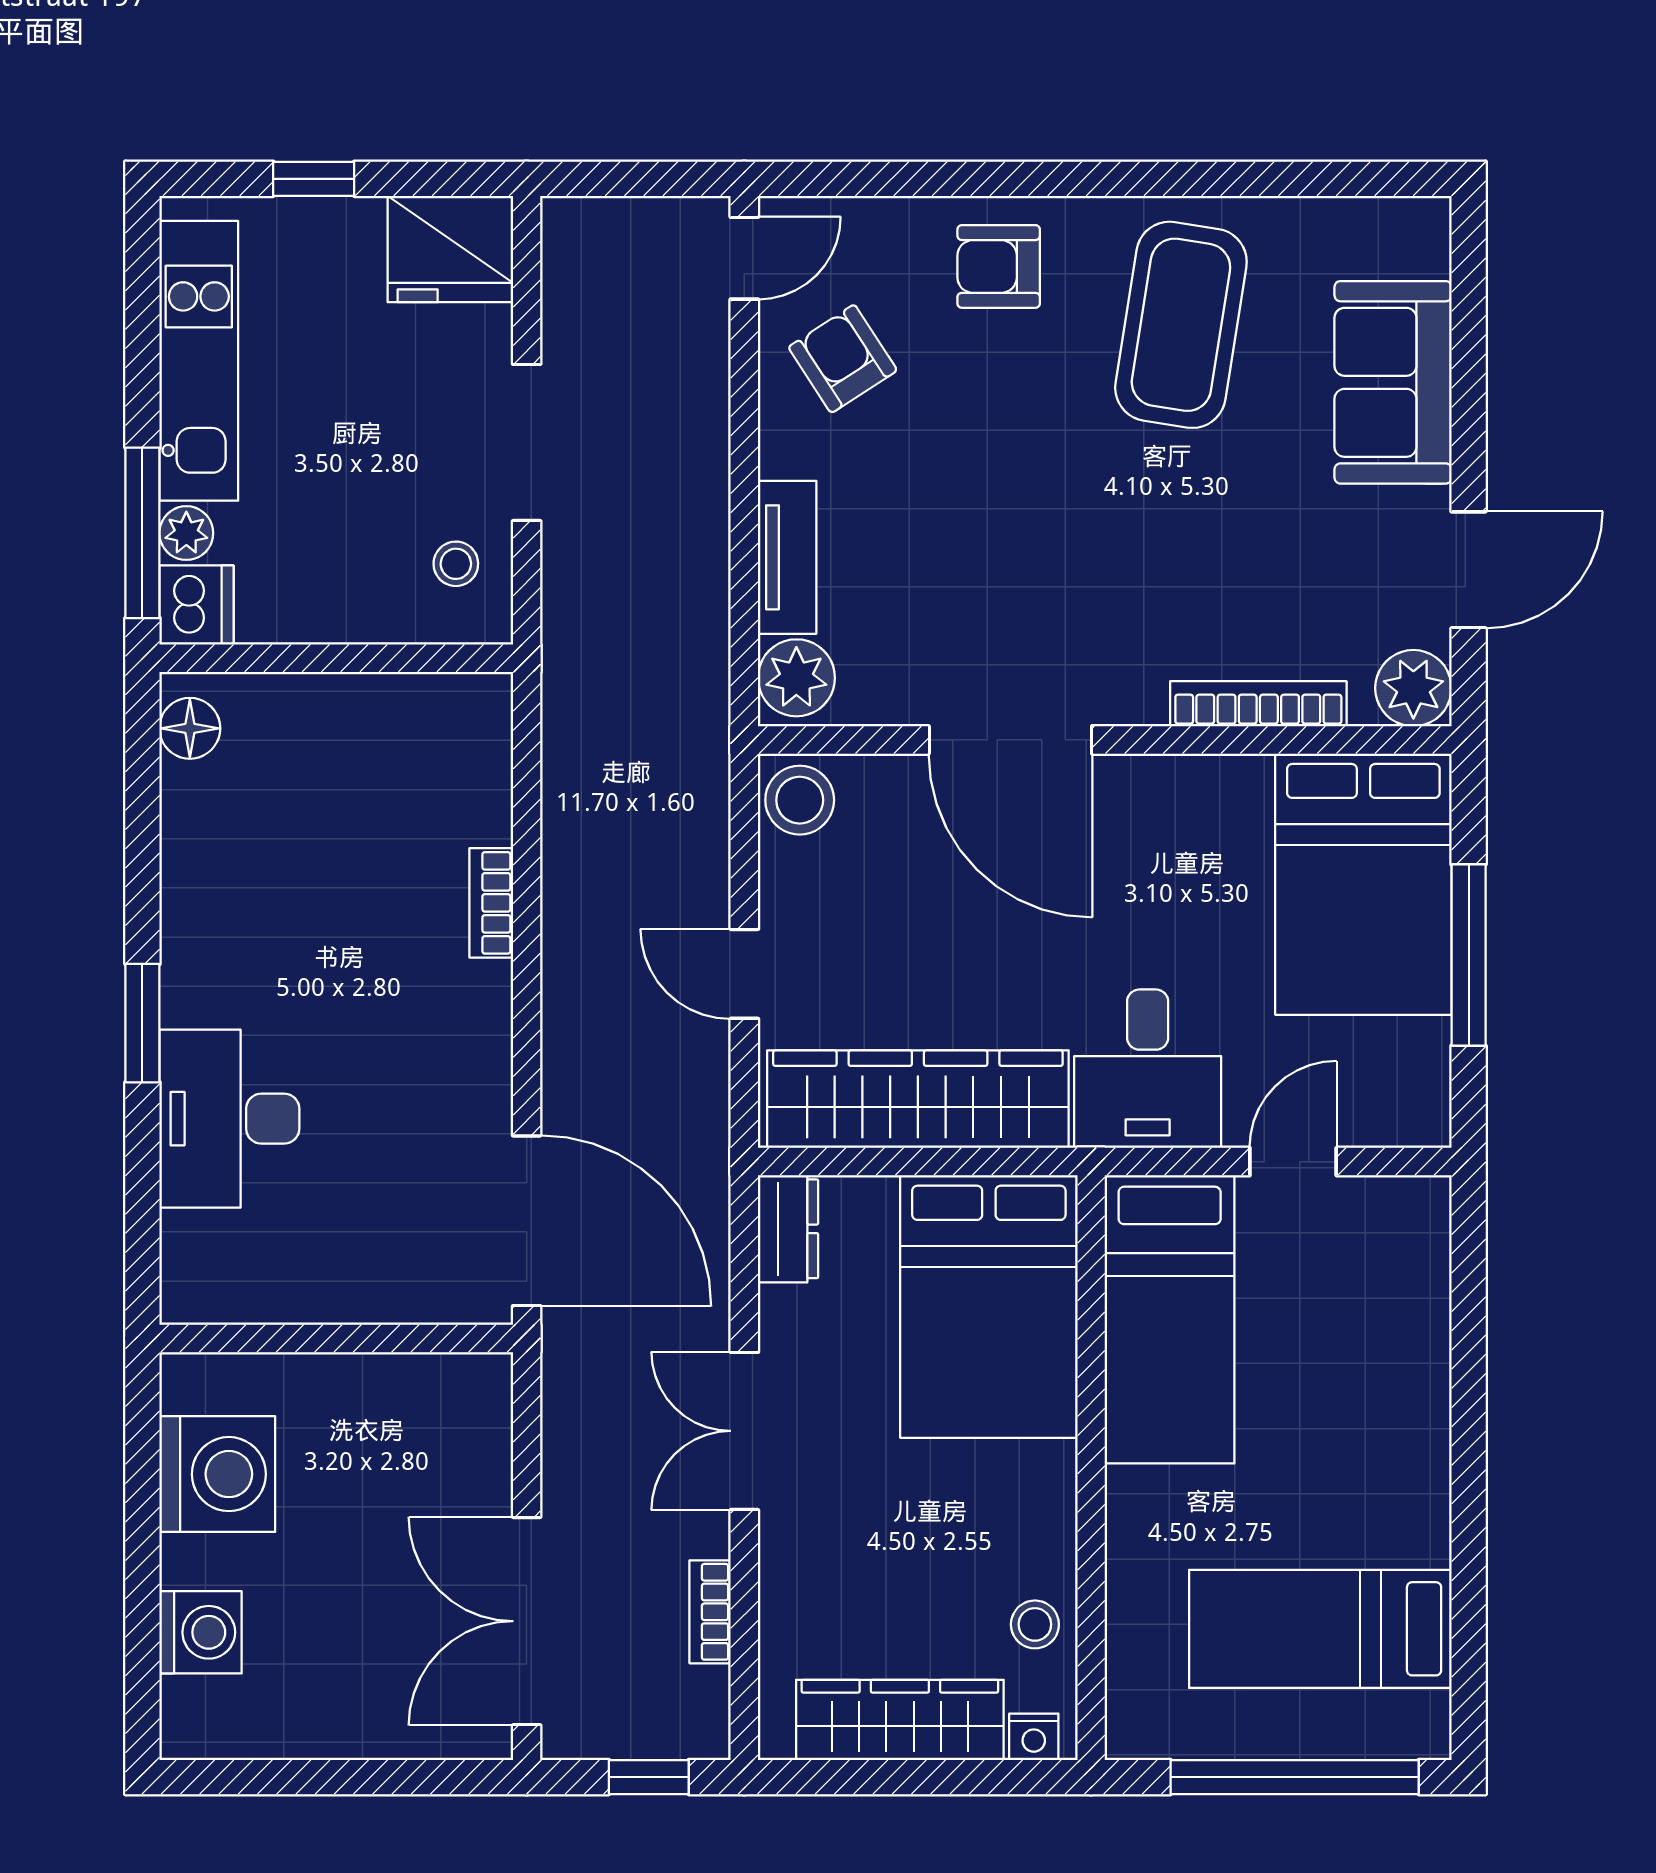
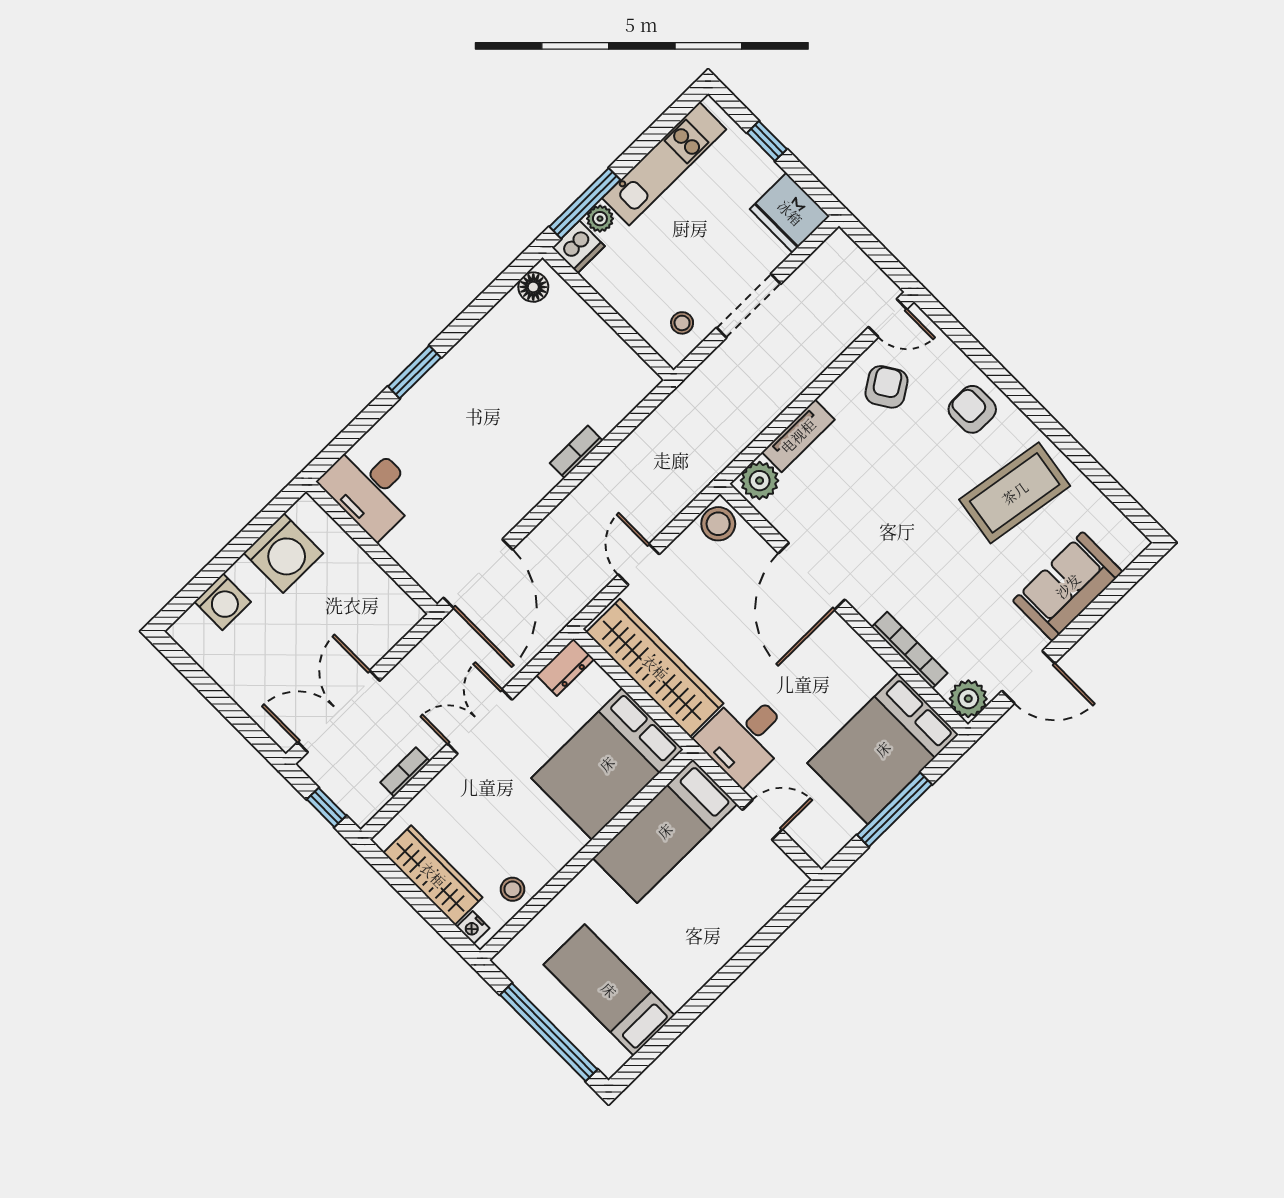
desk: (229, 1119) -> (370, 489), moved, turned -90

